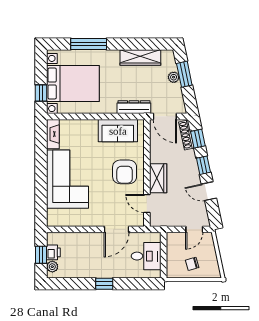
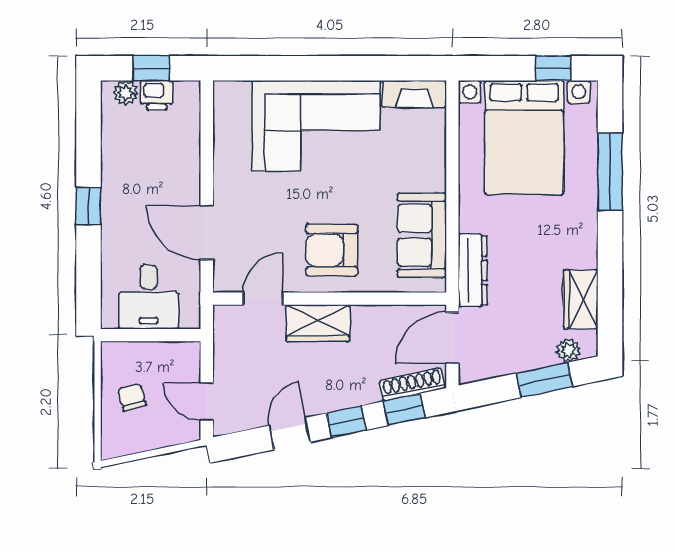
wardrobe: (140, 57) -> (581, 299), width x0.67
plant: (174, 77) -> (568, 350), moved
window: (41, 93) -> (553, 68), moved

